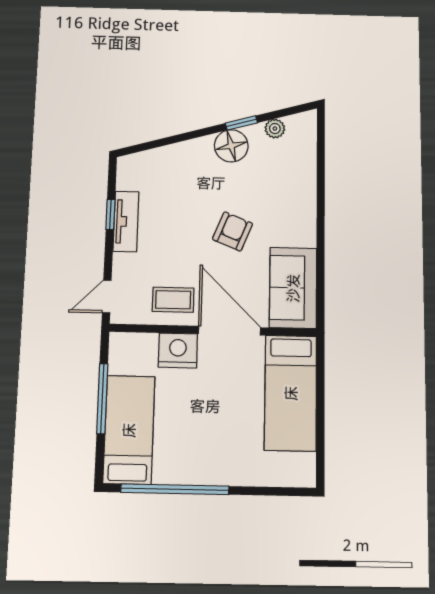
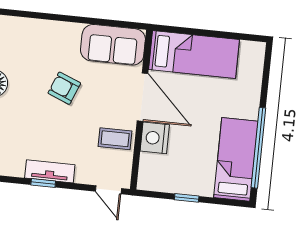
coffee table: (173, 300) -> (115, 139), turned 90
door: (229, 331) -> (143, 97), swing flipped
window: (102, 399) -> (187, 198), width x0.46
bed: (129, 430) -> (236, 159), moved, turned 90

